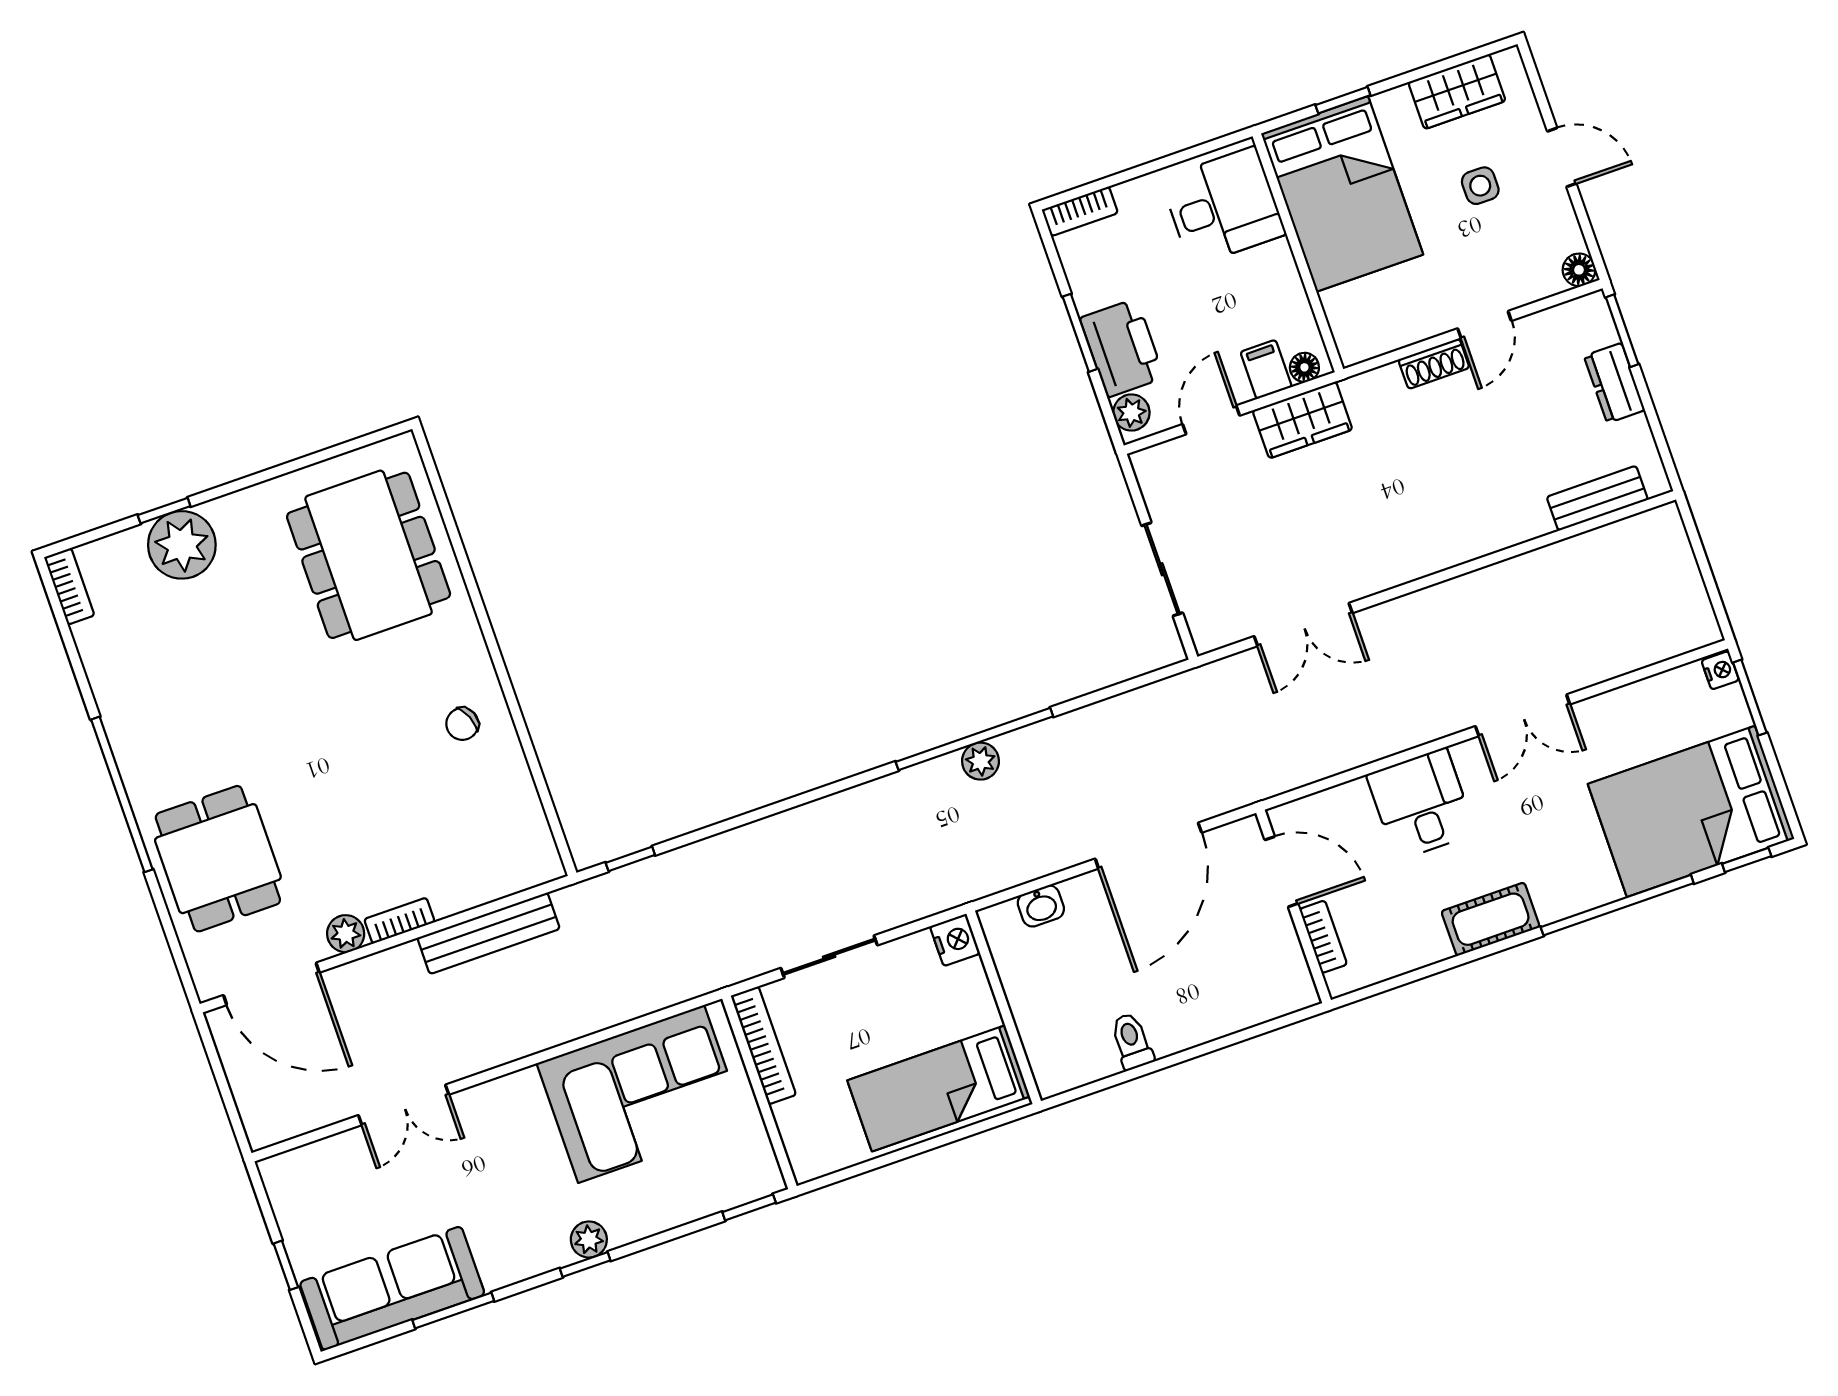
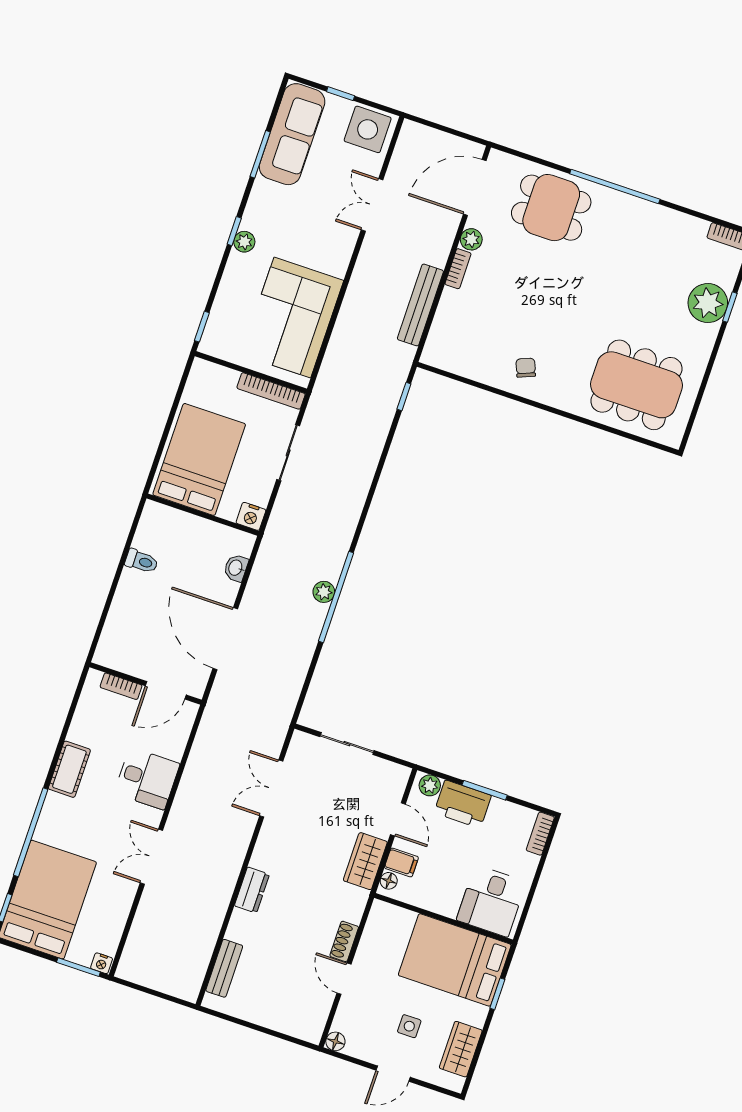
window: (1622, 331) -> (292, 1039), removed
dresser: (1614, 383) -> (252, 890), moved, turned 90
bed: (939, 1088) -> (199, 459), width x1.50
side table: (306, 1191) -> (368, 129), added

